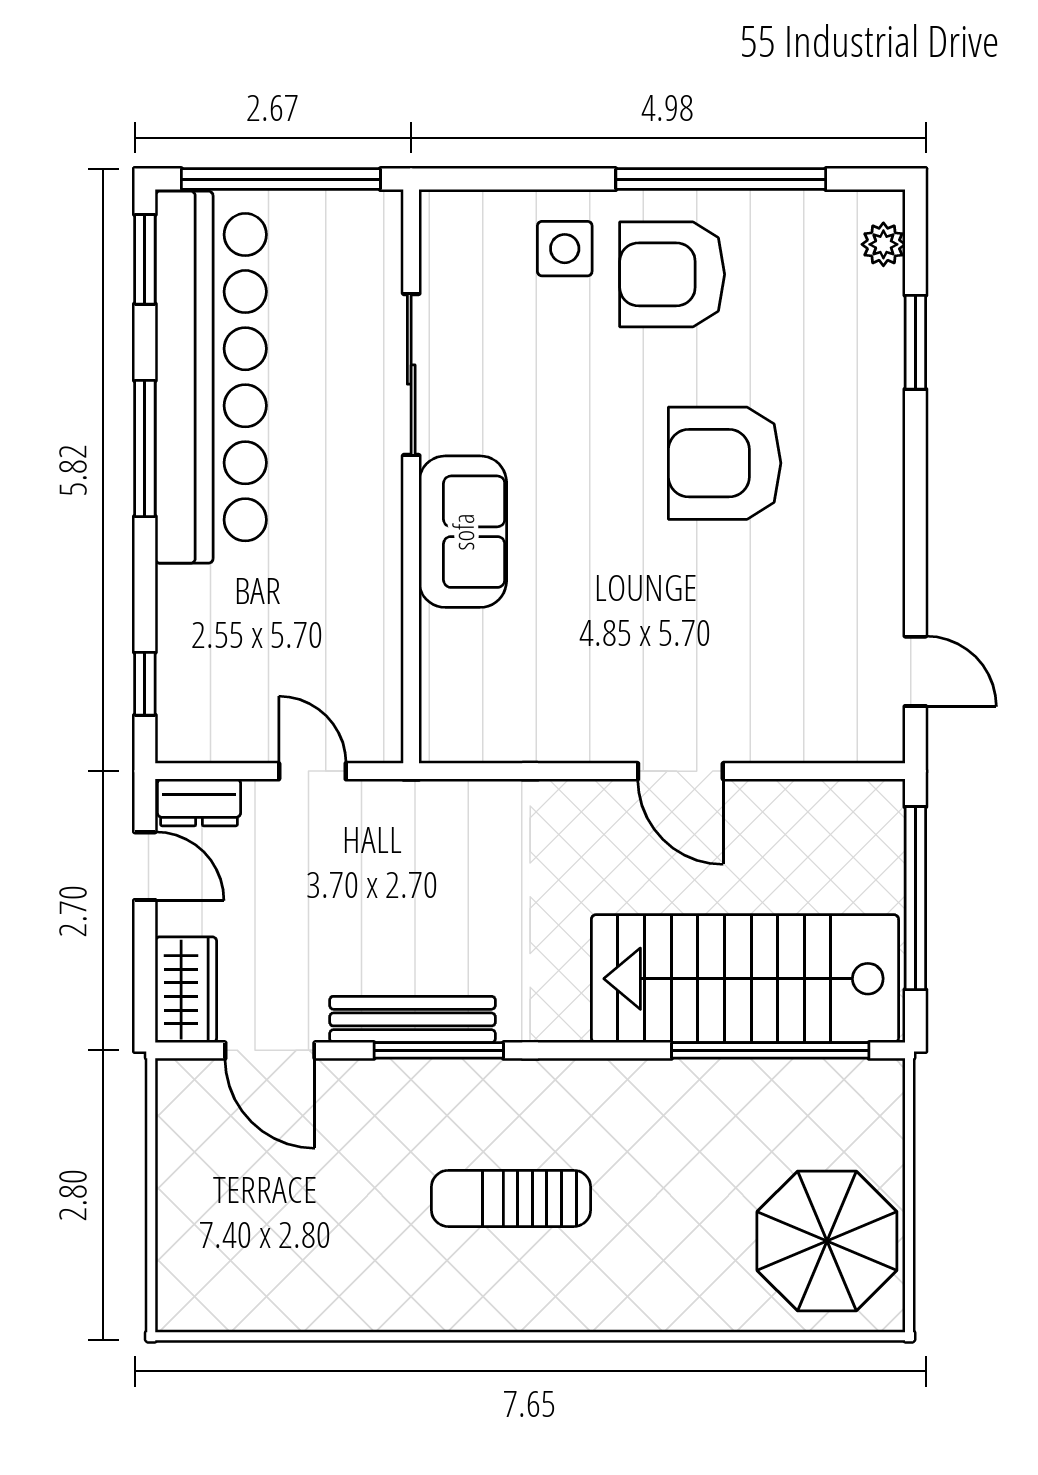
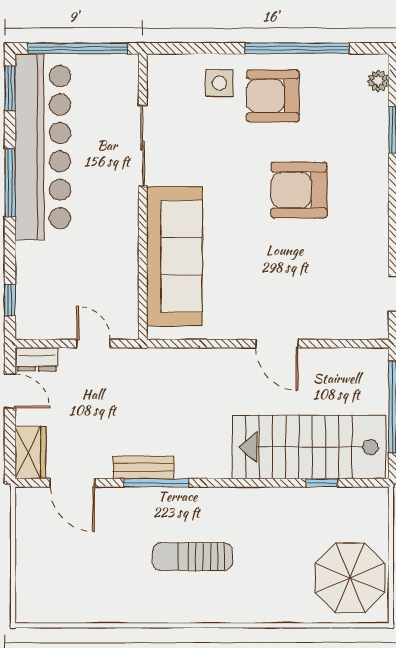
sofa: (463, 532) -> (174, 256), width x1.85, depth x1.27
bench: (412, 1019) -> (143, 467), width x0.73
window: (770, 1050) -> (322, 483), width x0.32

